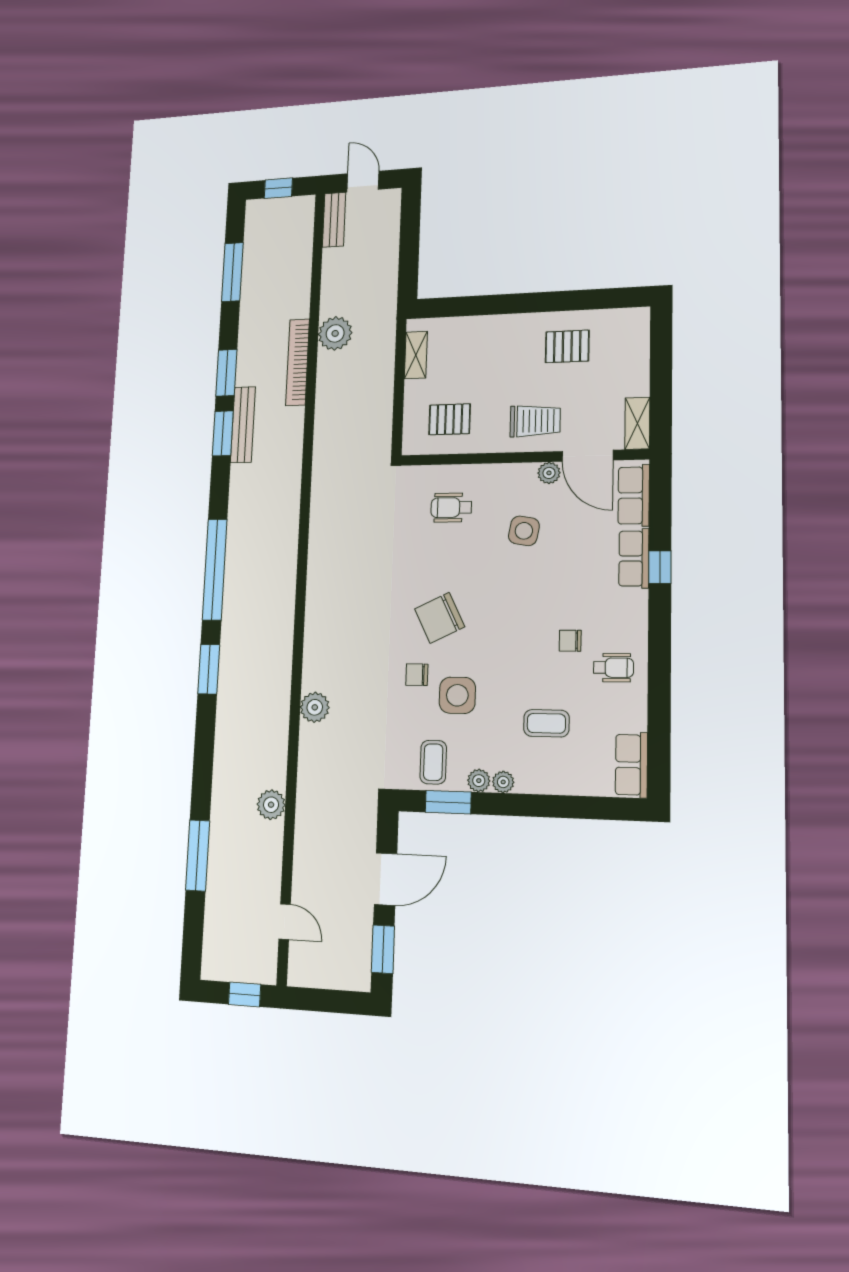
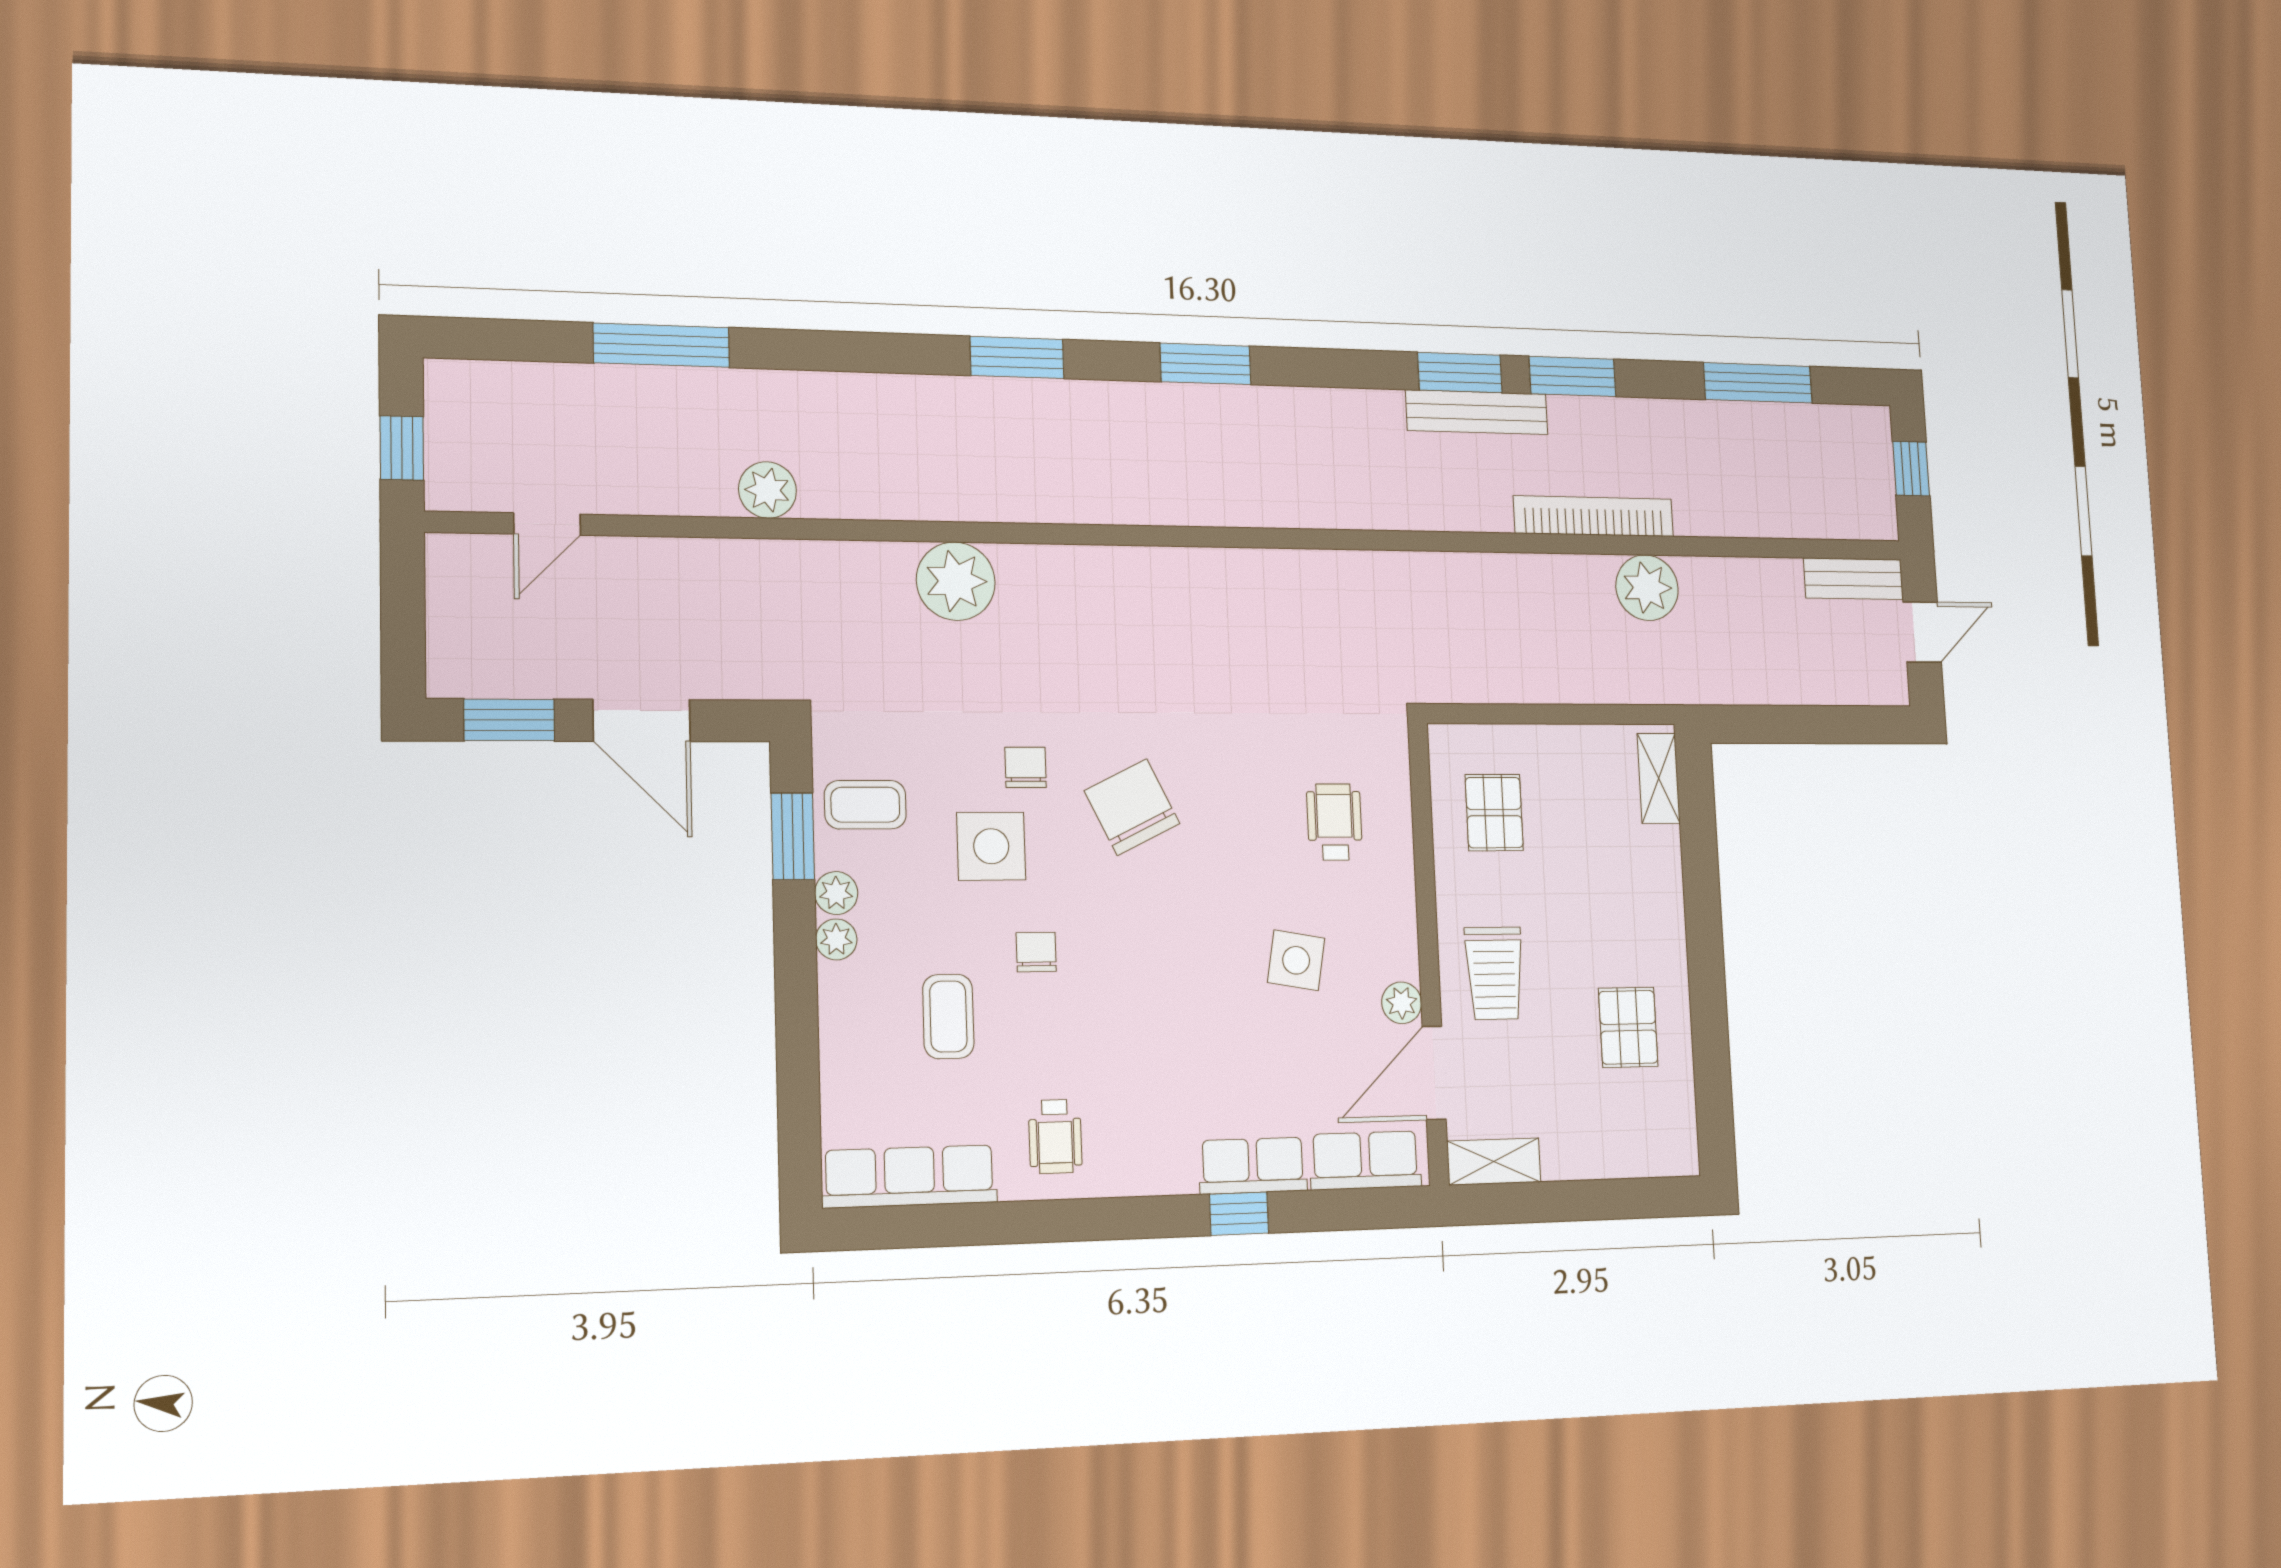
shelving: (416, 355) -> (1659, 778), moved, turned 90
window: (215, 569) -> (1205, 364), width x0.47
chair: (570, 641) -> (1036, 952), moved
plant: (315, 707) -> (956, 581), width x1.36, depth x1.36
row of seats: (631, 765) -> (910, 1176), width x1.48

